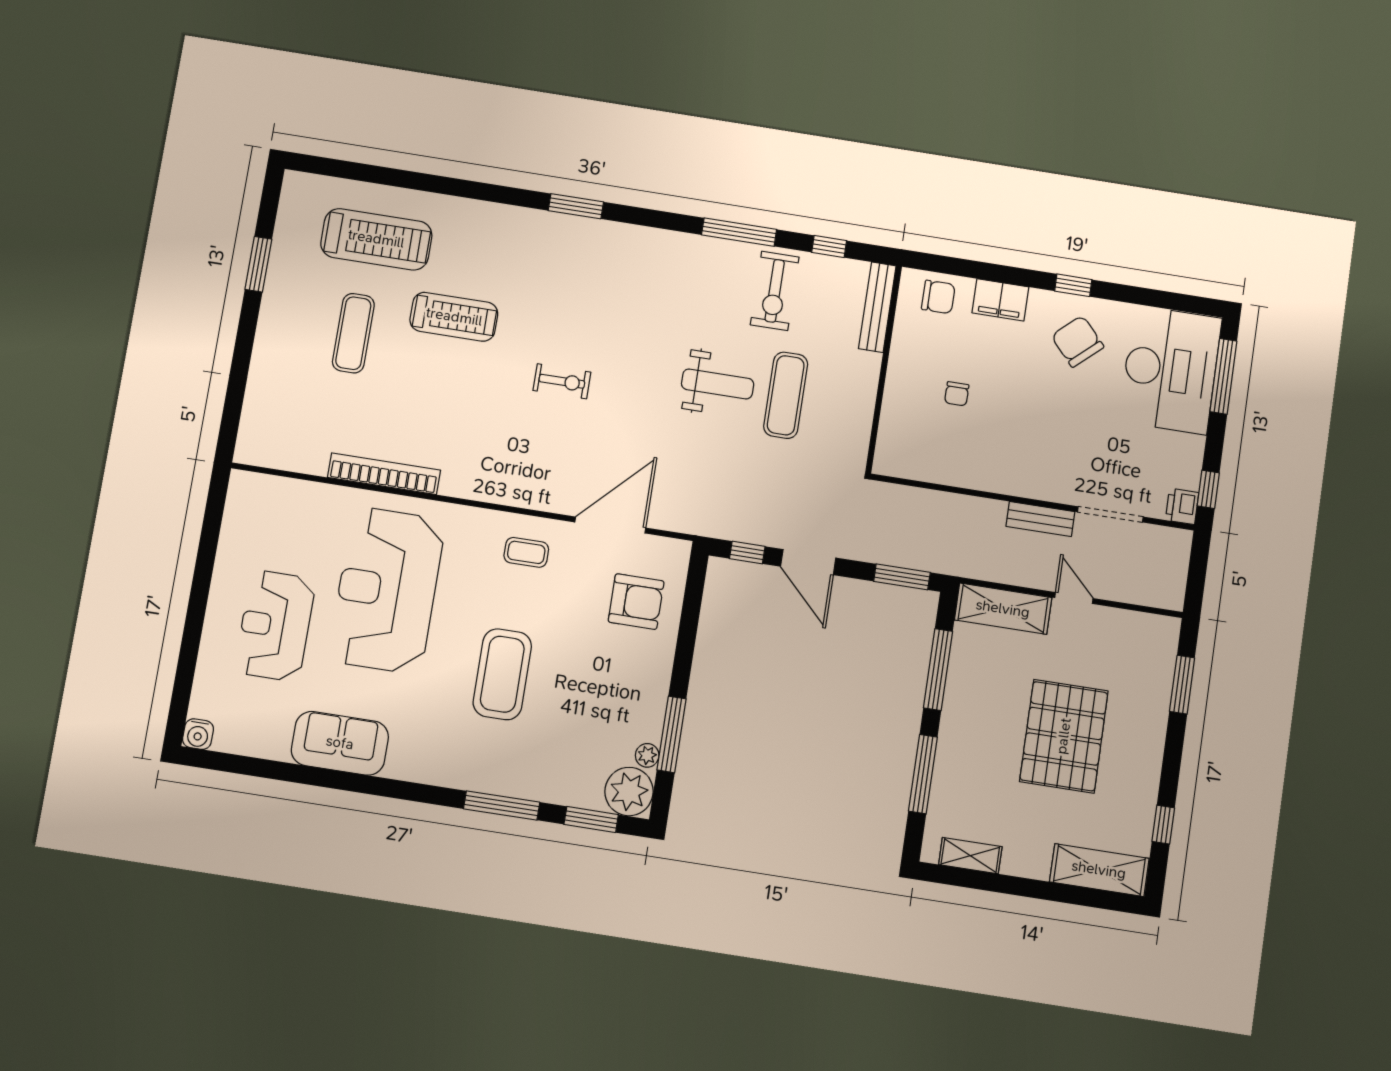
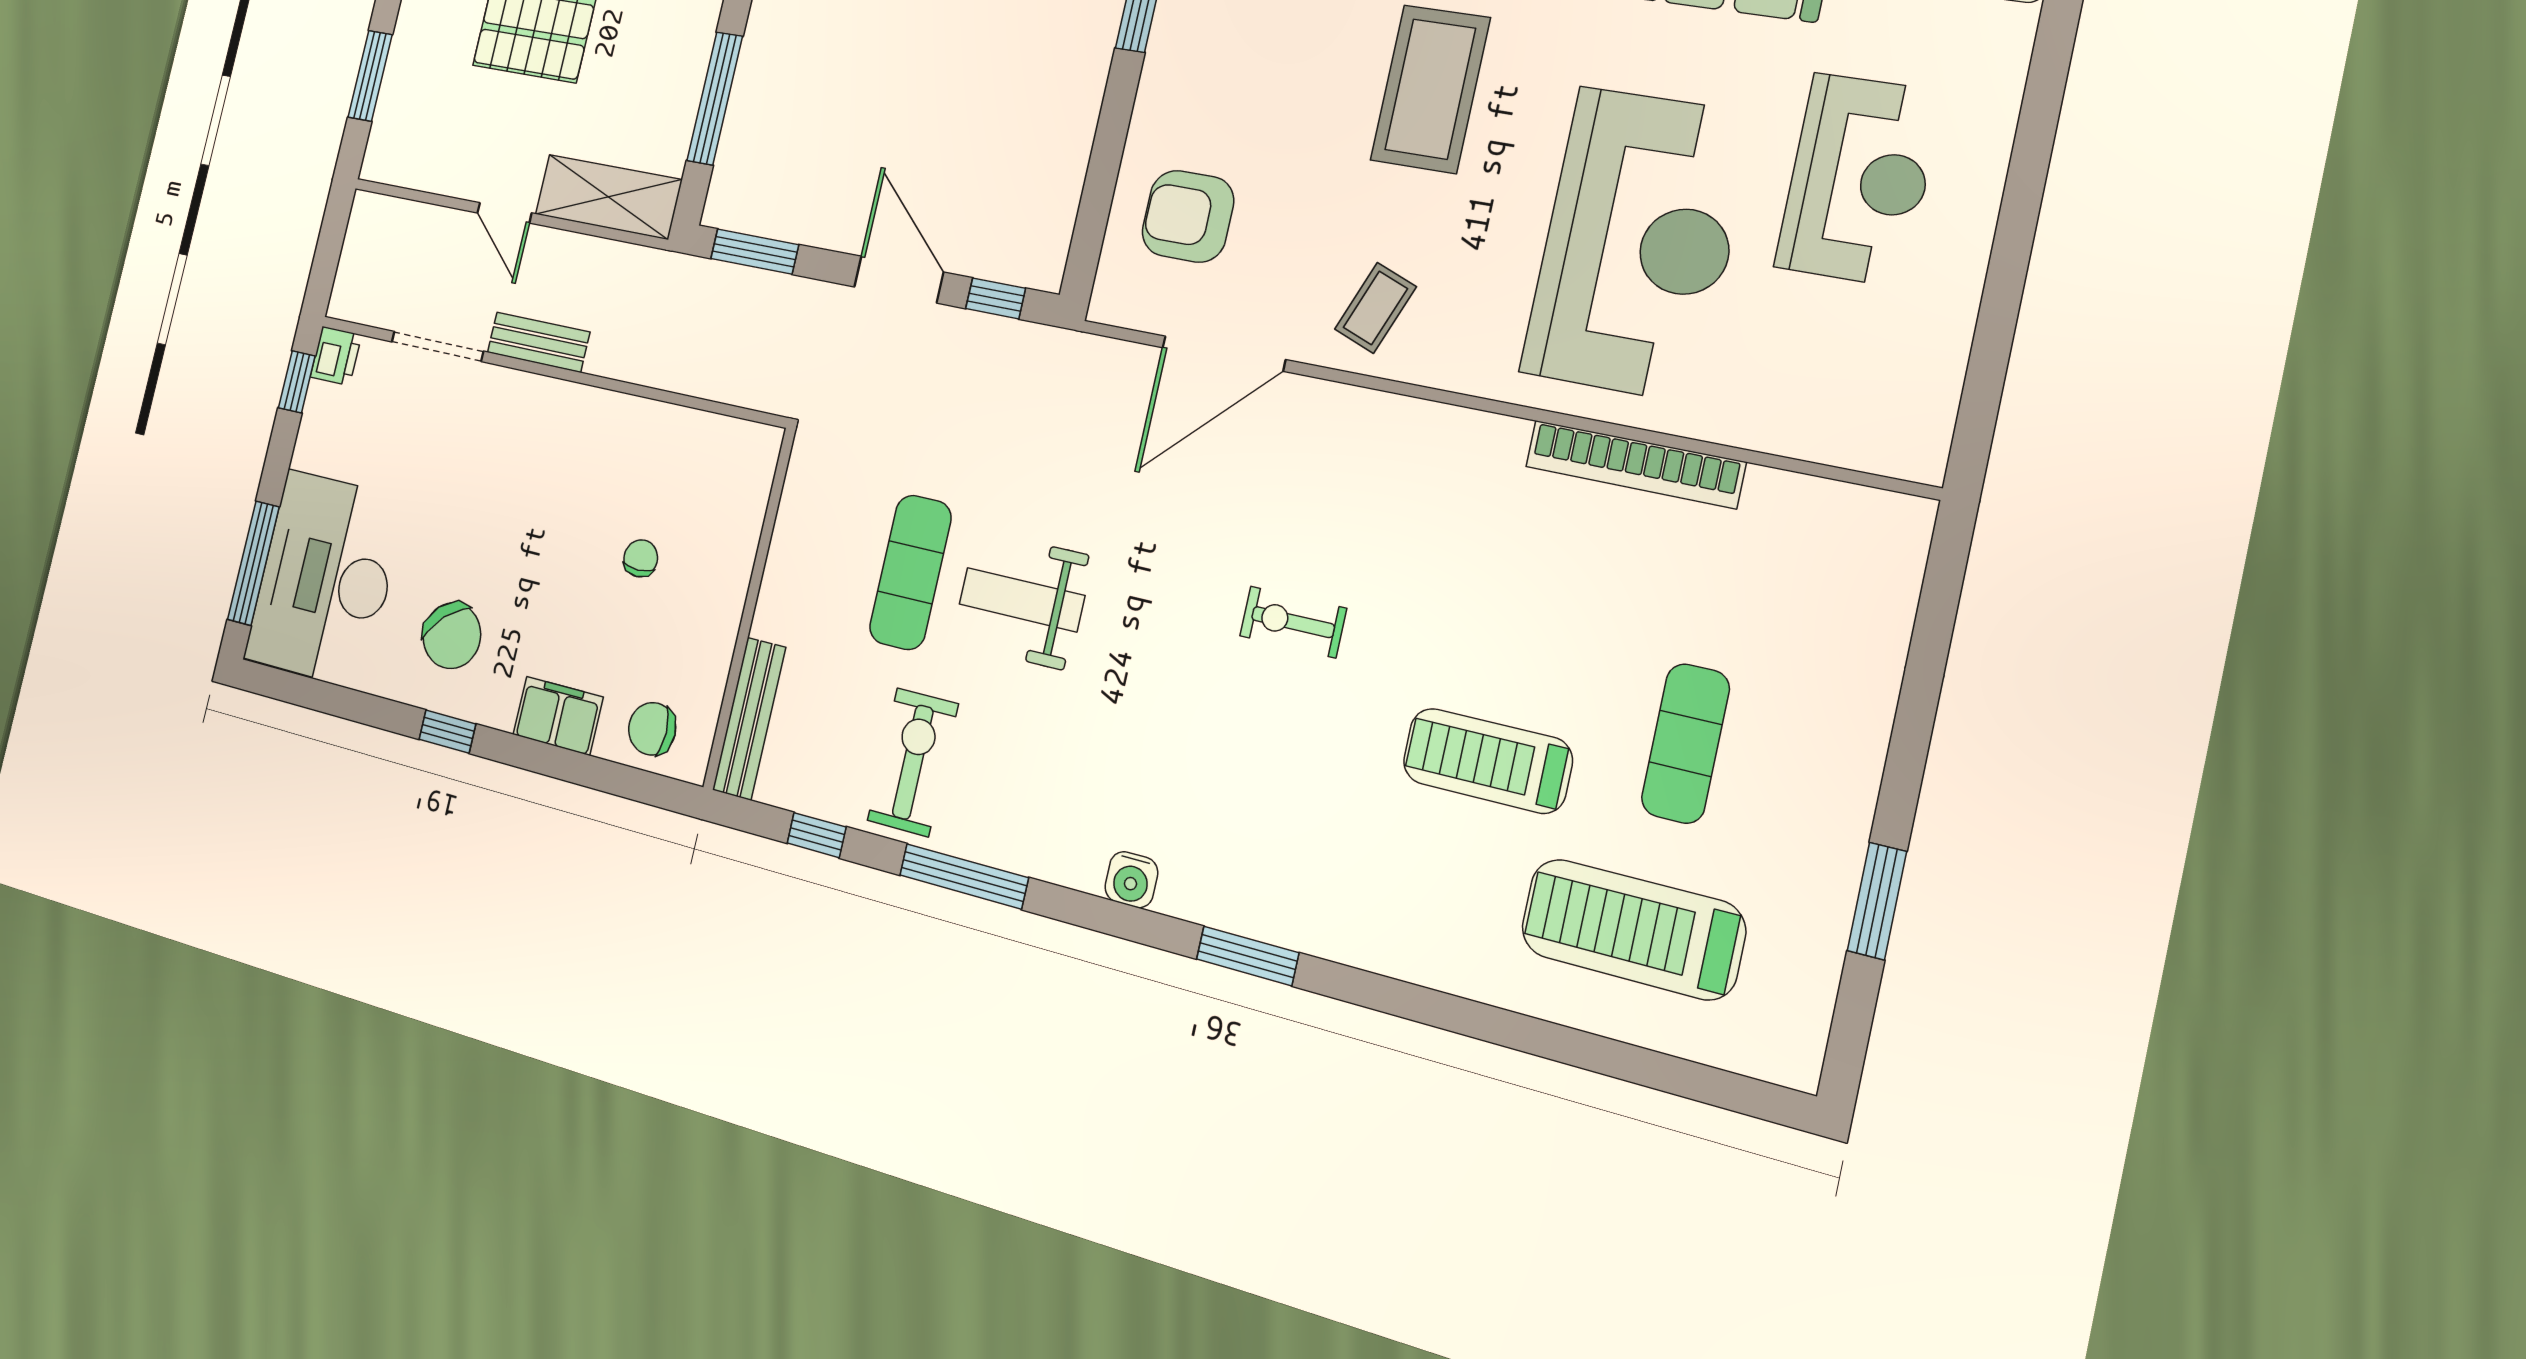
water cooler: (643, 239) -> (1131, 880), added
coffee table: (526, 552) -> (1375, 308), turned -69

